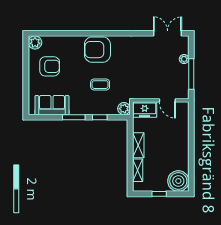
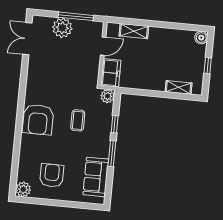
plant: (184, 59) -> (62, 28), width x1.88, depth x1.88
shelving: (138, 145) -> (134, 31), moved
boiler: (178, 181) -> (201, 38), width x0.54, depth x0.54

